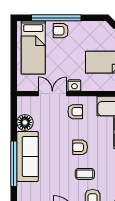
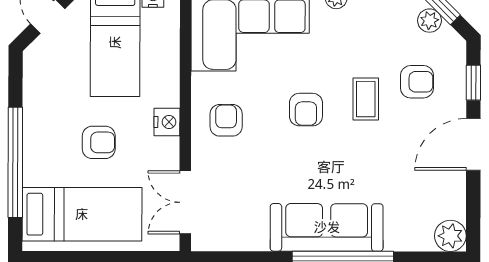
armchair: (61, 31) -> (99, 142), moved, turned -90
double door: (52, 94) -> (185, 202), moved
floor lamp: (25, 122) -> (250, 233), removed

